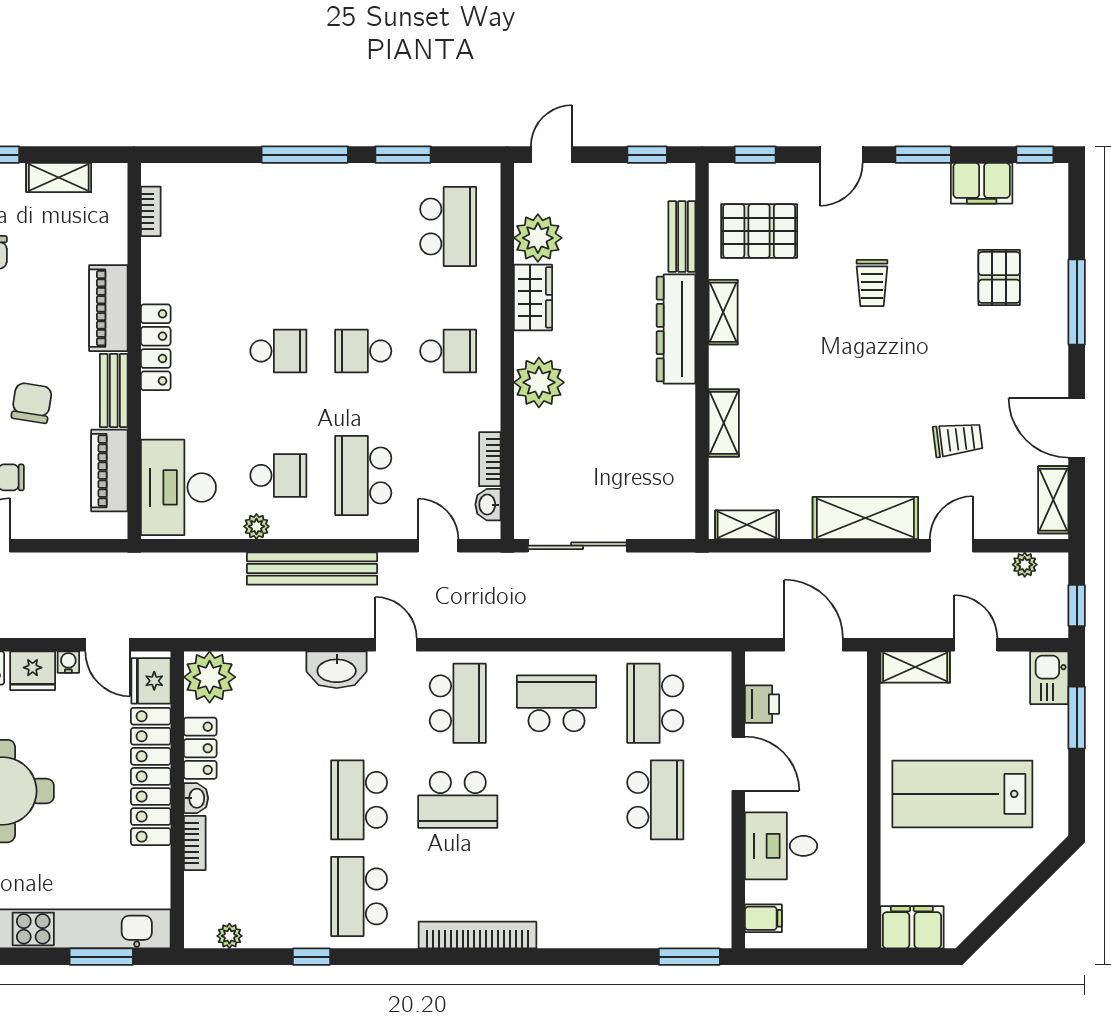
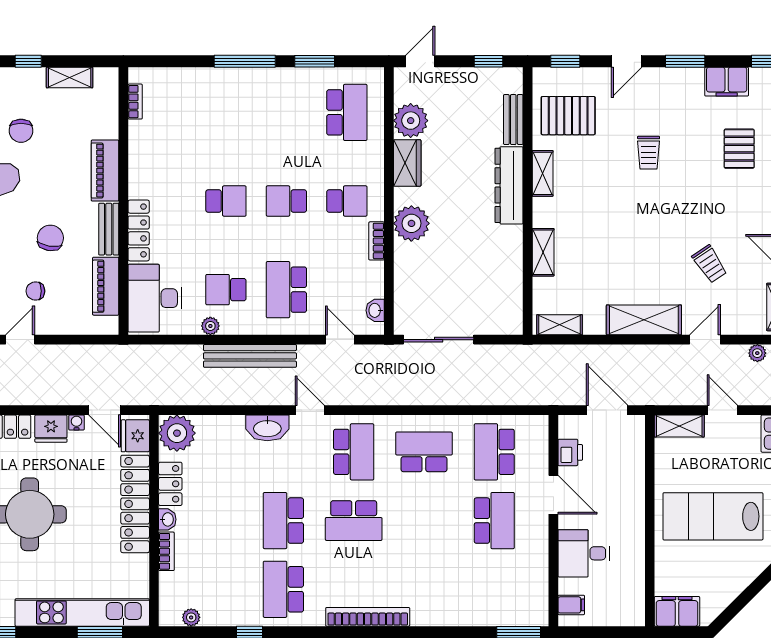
locker: (156, 347) -> (139, 230), moved
trolley: (958, 439) -> (710, 264), turned 63
bookcase: (490, 459) -> (377, 241), moved
school desk: (278, 475) -> (226, 290), turned 180

